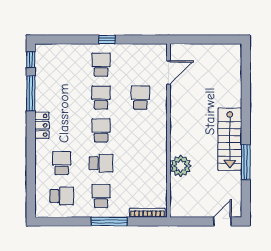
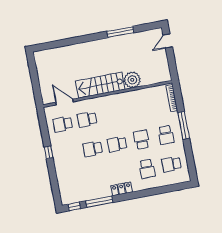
school desk: (101, 65) -> (63, 124), moved
stairs: (230, 139) -> (100, 85), moved, turned 180
school desk: (62, 163) -> (147, 169), turned -90
school desk: (62, 196) -> (171, 164), turned -90
school desk: (101, 196) -> (166, 135), turned -90
door: (222, 221) -> (168, 41), hinge flipped

